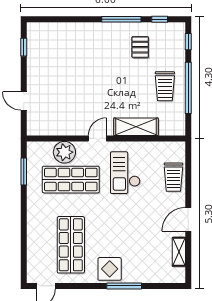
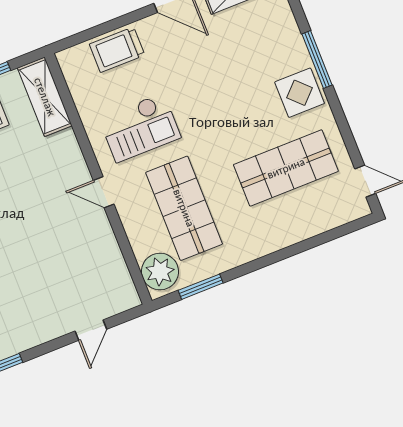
shelving: (136, 127) -> (45, 97), moved
plant: (64, 152) -> (160, 272), moved
trolley: (173, 177) -> (117, 50), turned 180

